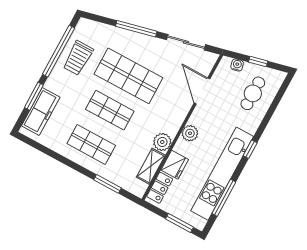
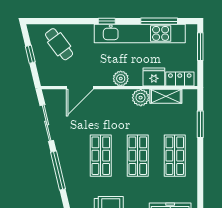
water cooler: (237, 65) -> (43, 70), removed
shop shelf: (128, 76) -> (101, 156), width x0.70, depth x0.74
cafe table: (253, 93) -> (59, 44), turned 53

